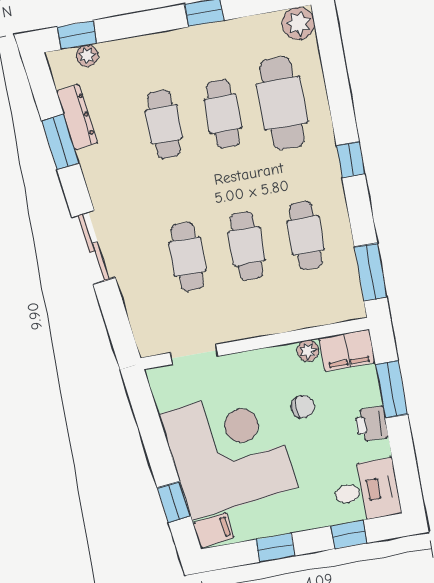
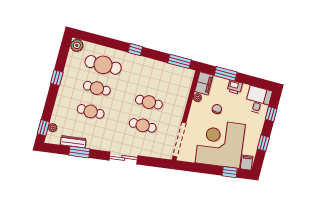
cafe table: (306, 235) -> (155, 79), removed
doorway: (194, 354) -> (179, 140), width x1.88

